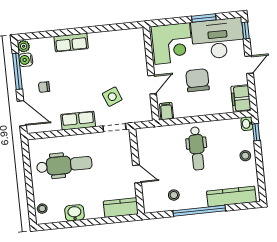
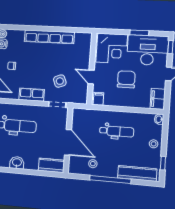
row of seats: (71, 43) -> (49, 37), width x2.02
door: (152, 85) -> (91, 77), swing flipped
window: (256, 132) -> (163, 163), moved
dental chair: (197, 148) -> (117, 131), turned -90
door: (137, 174) -> (68, 142), width x1.88

